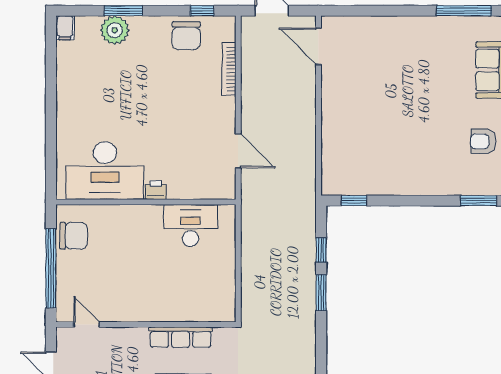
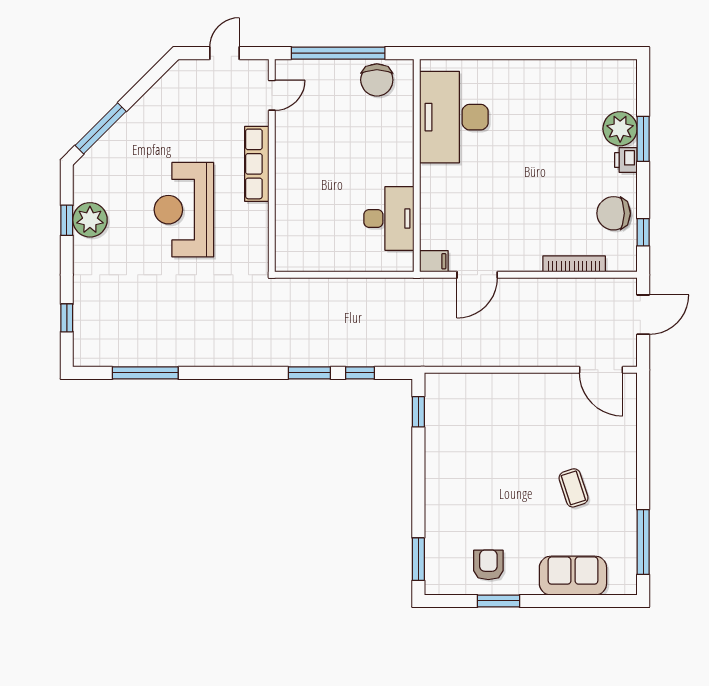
filing cabinet: (65, 28) -> (434, 261), moved, turned 180
door: (318, 46) -> (601, 370), swing flipped
coffee table: (418, 70) -> (573, 488), added
printer: (156, 190) -> (626, 160), moved, turned 180
row of seats: (181, 337) -> (257, 164), moved

